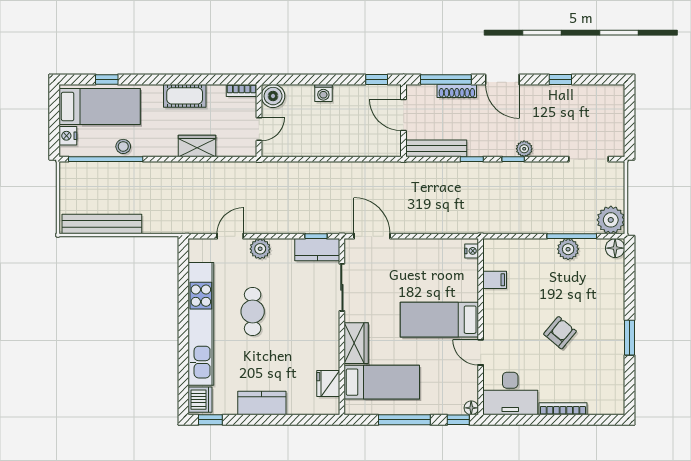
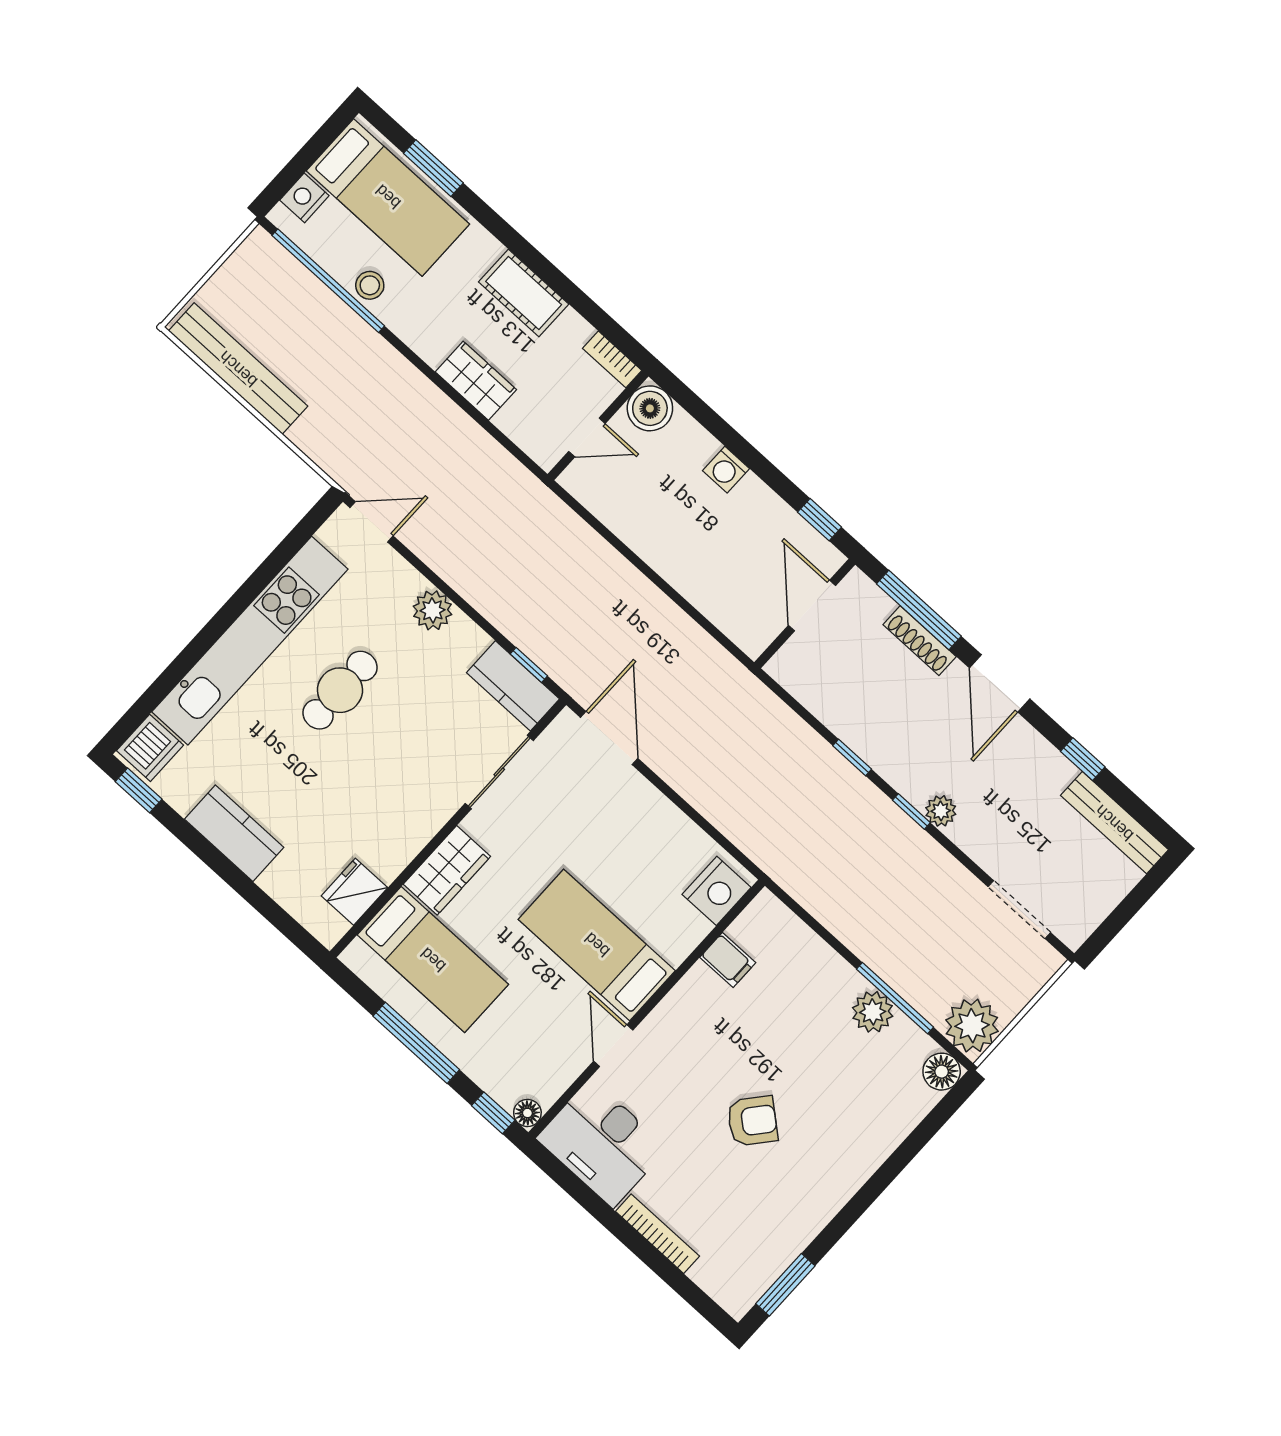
window: (107, 80) -> (433, 168), width x1.50
bench: (436, 148) -> (1114, 823), moved
door: (230, 236) -> (372, 522), moved
nightstand: (472, 251) -> (717, 891), width x1.89, depth x1.79
window: (630, 338) -> (785, 1285), moved

